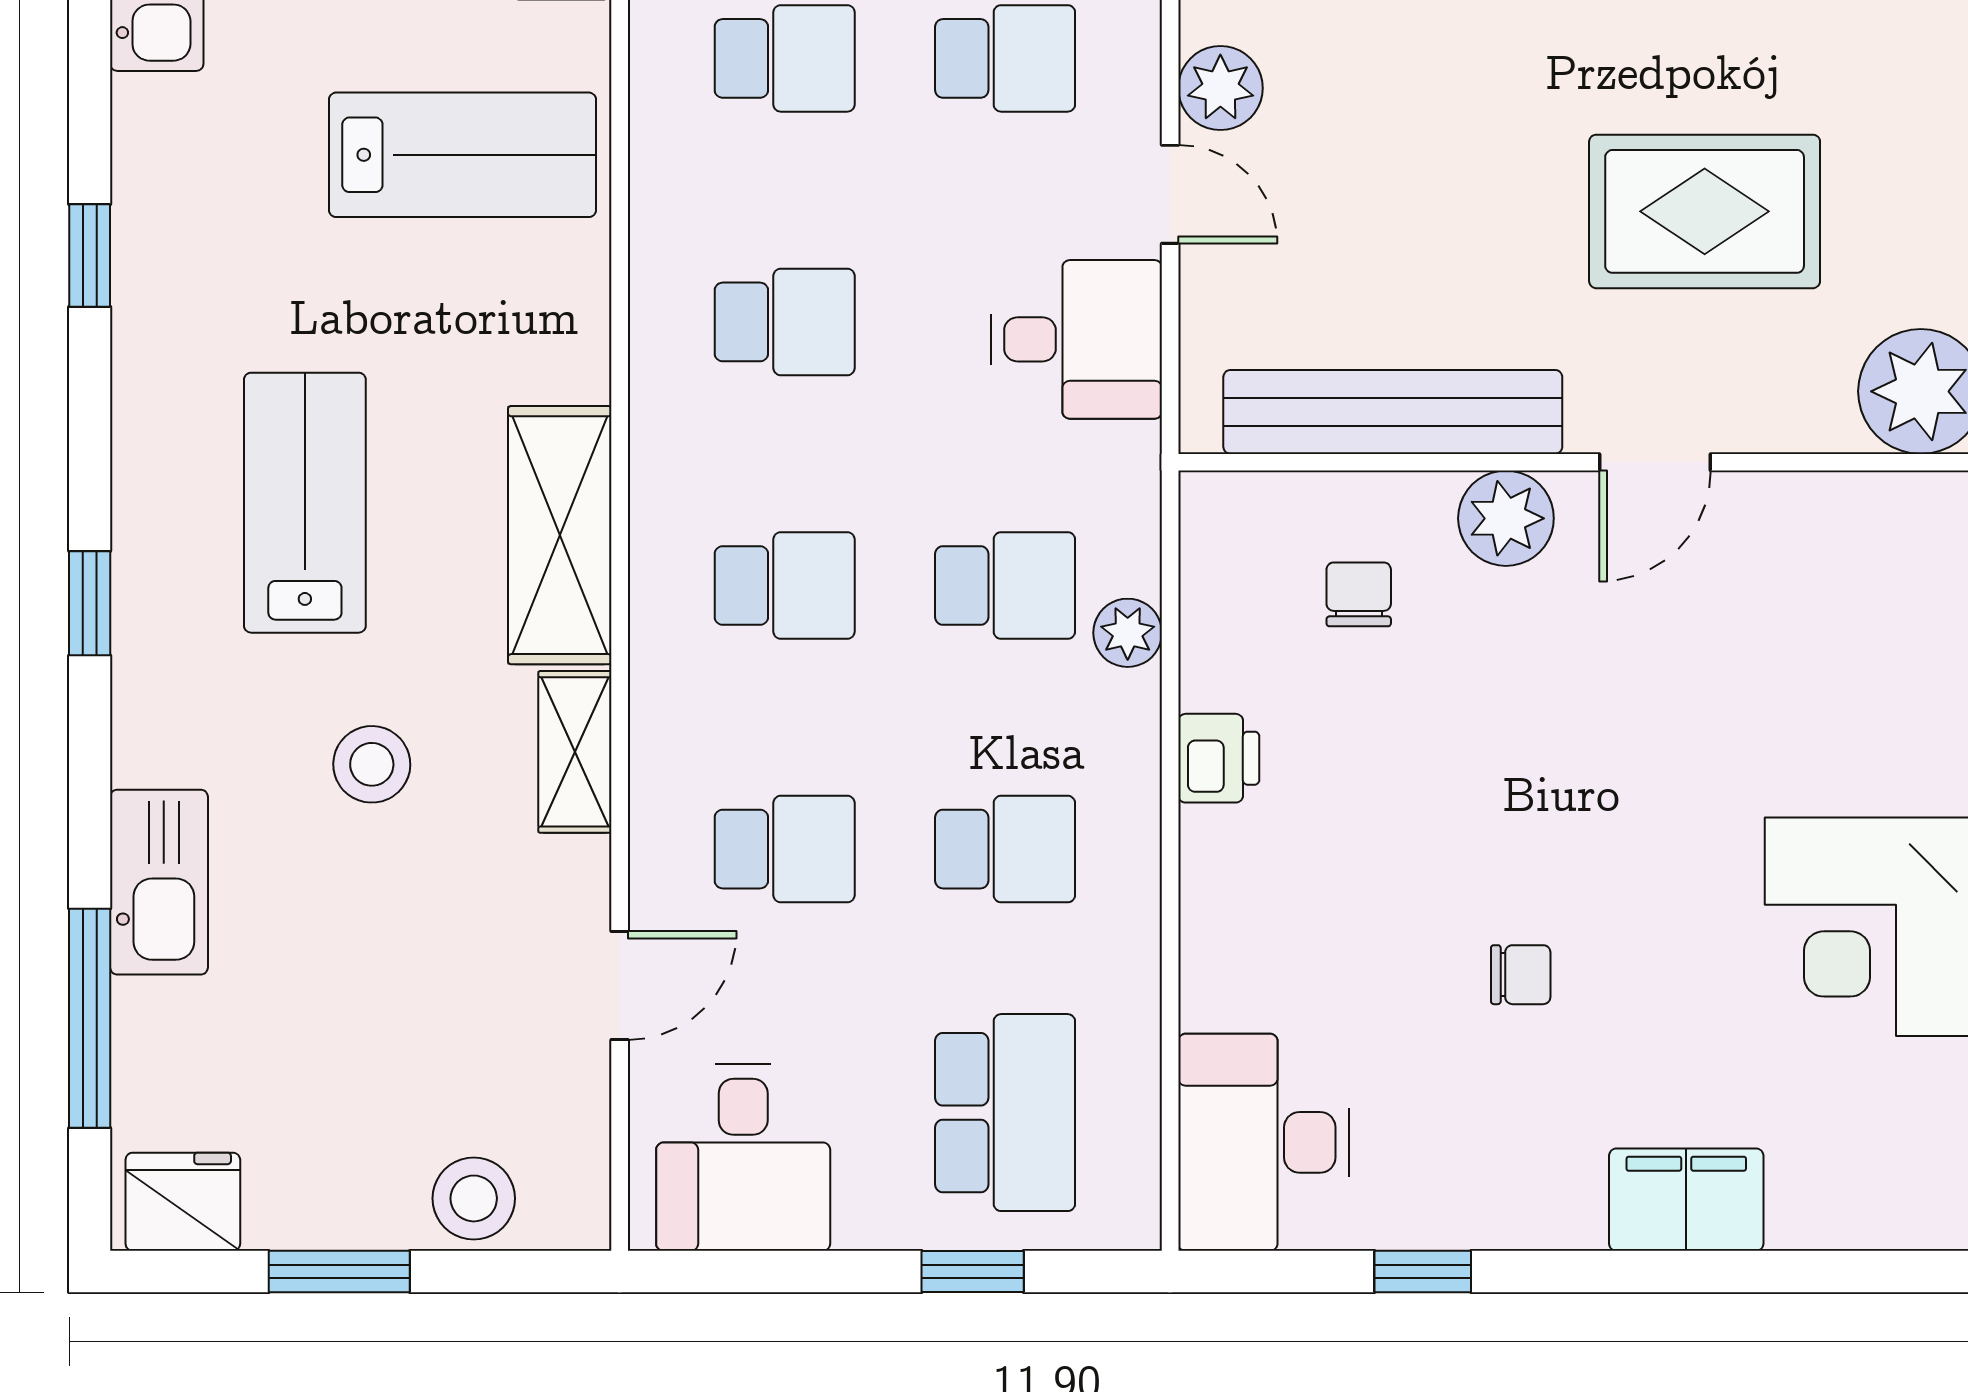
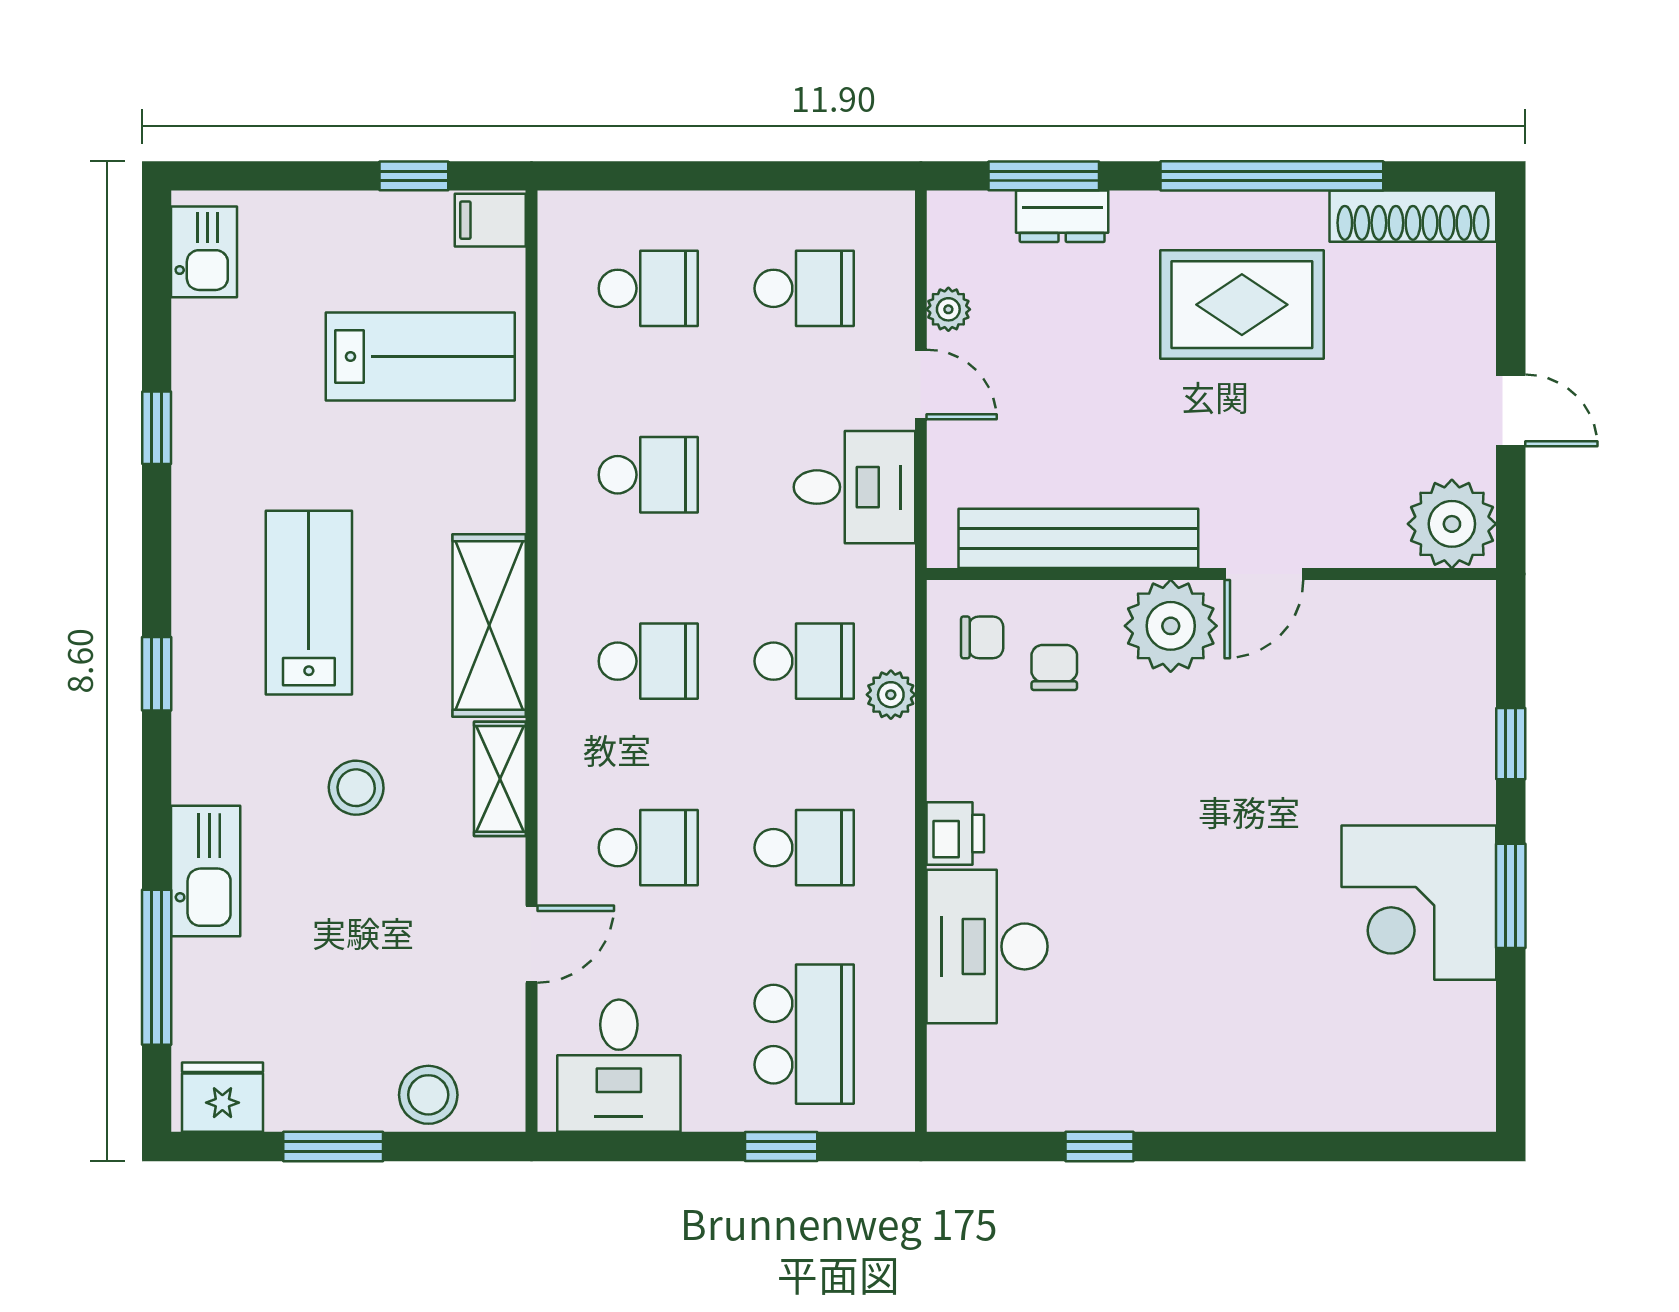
plant: (1220, 88) -> (948, 309), width x0.73, depth x0.73
rug: (1705, 211) -> (1242, 305), moved
plant: (1506, 518) -> (1171, 626), width x1.36, depth x1.36
printer: (1219, 758) -> (955, 833), moved
chair: (1521, 975) -> (982, 637), moved
desk: (1264, 1142) -> (987, 946), moved
filing cabinet: (1686, 1200) -> (1286, 1096), removed

